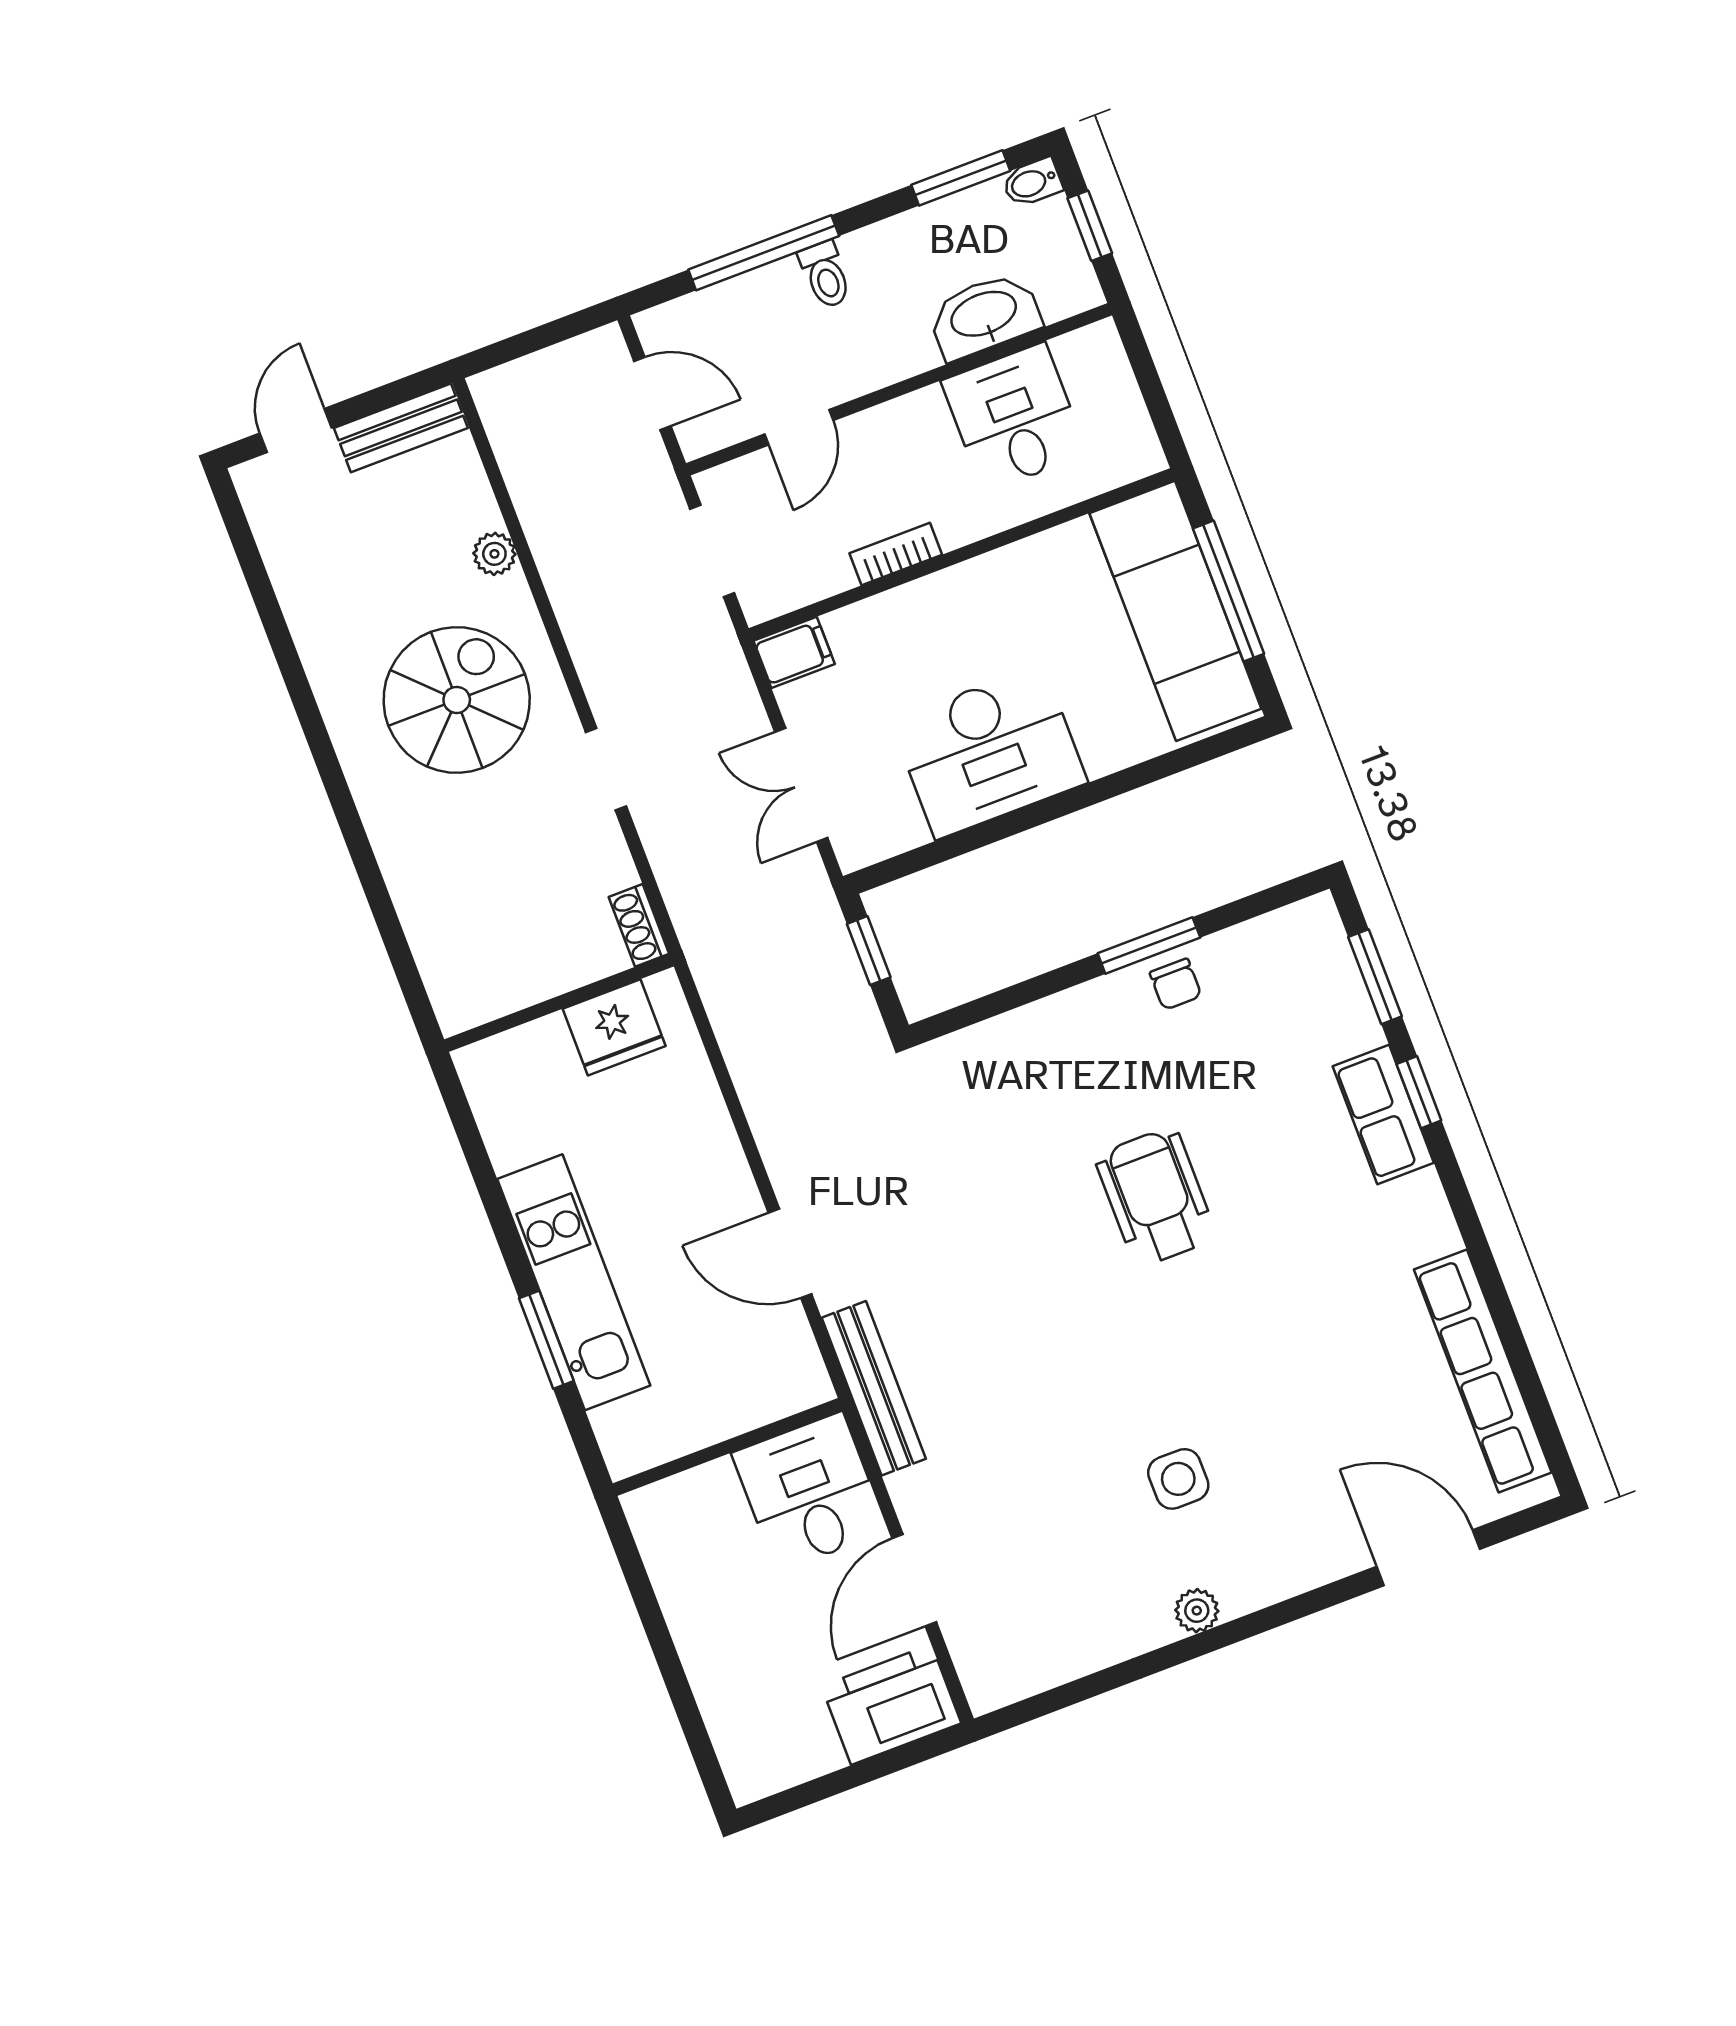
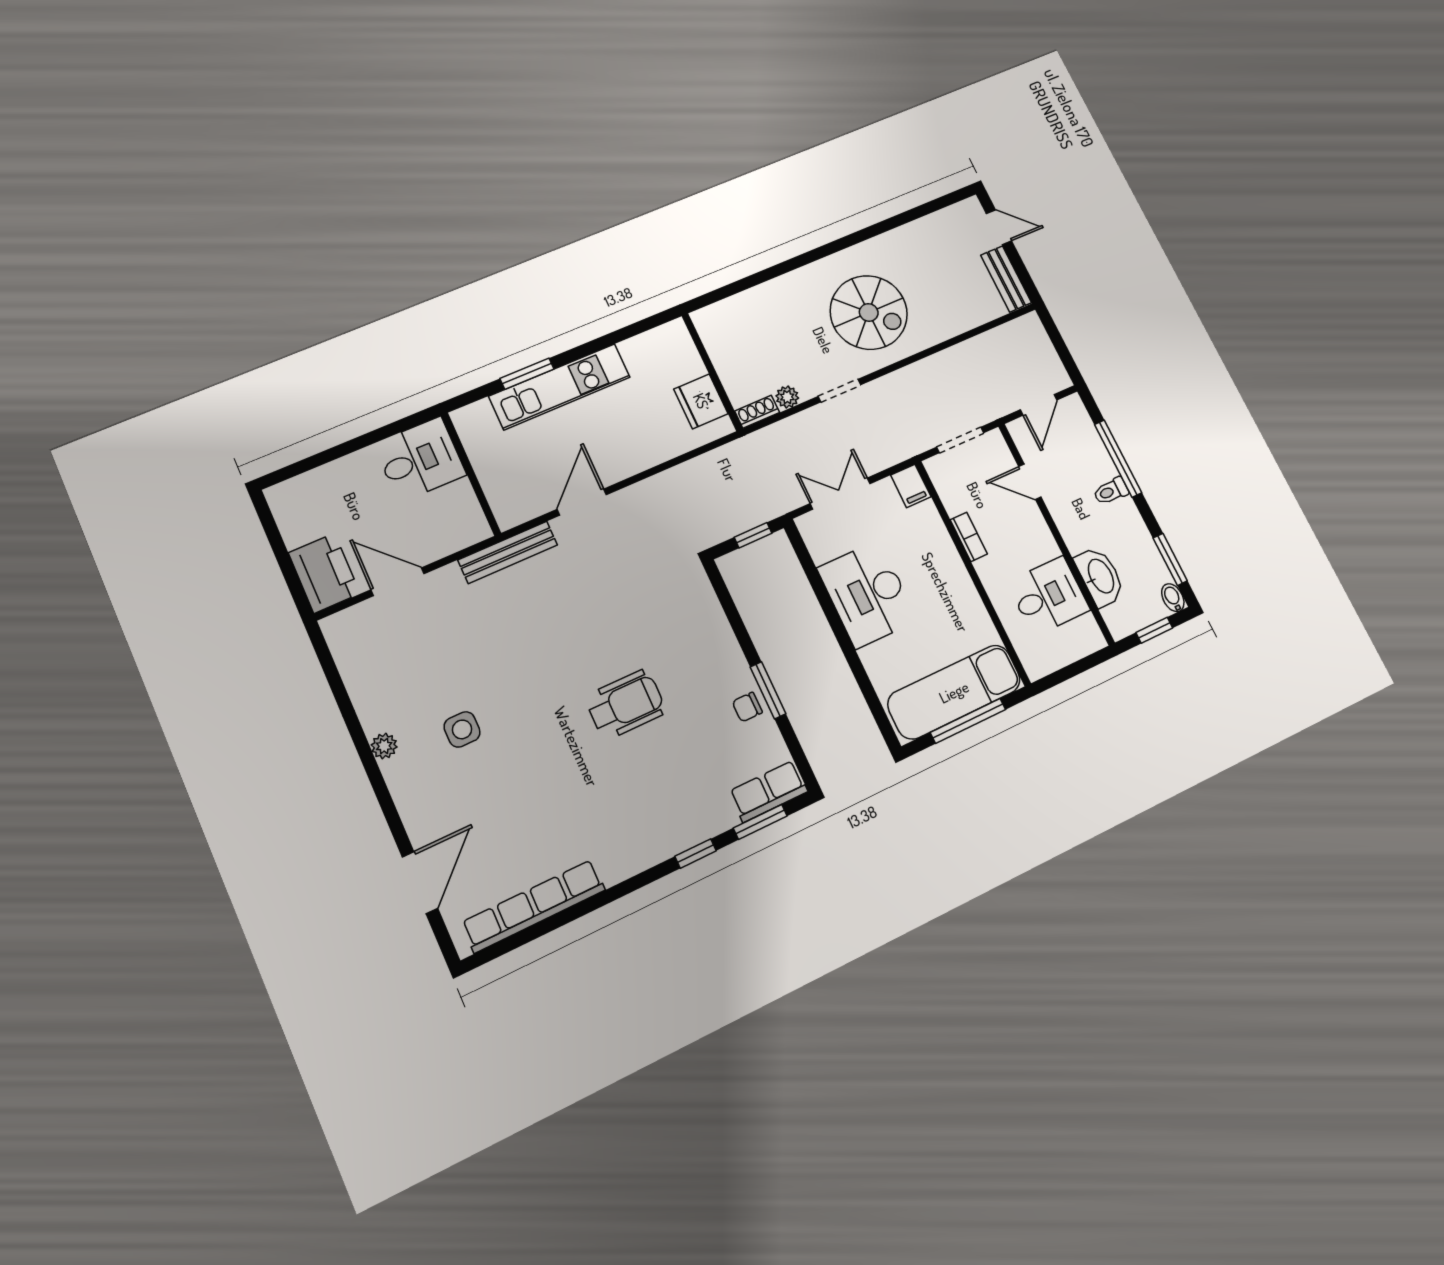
plant: (494, 554) -> (787, 397), moved
row of seats: (1383, 1115) -> (768, 791), moved
desk: (810, 1492) -> (420, 459), moved

